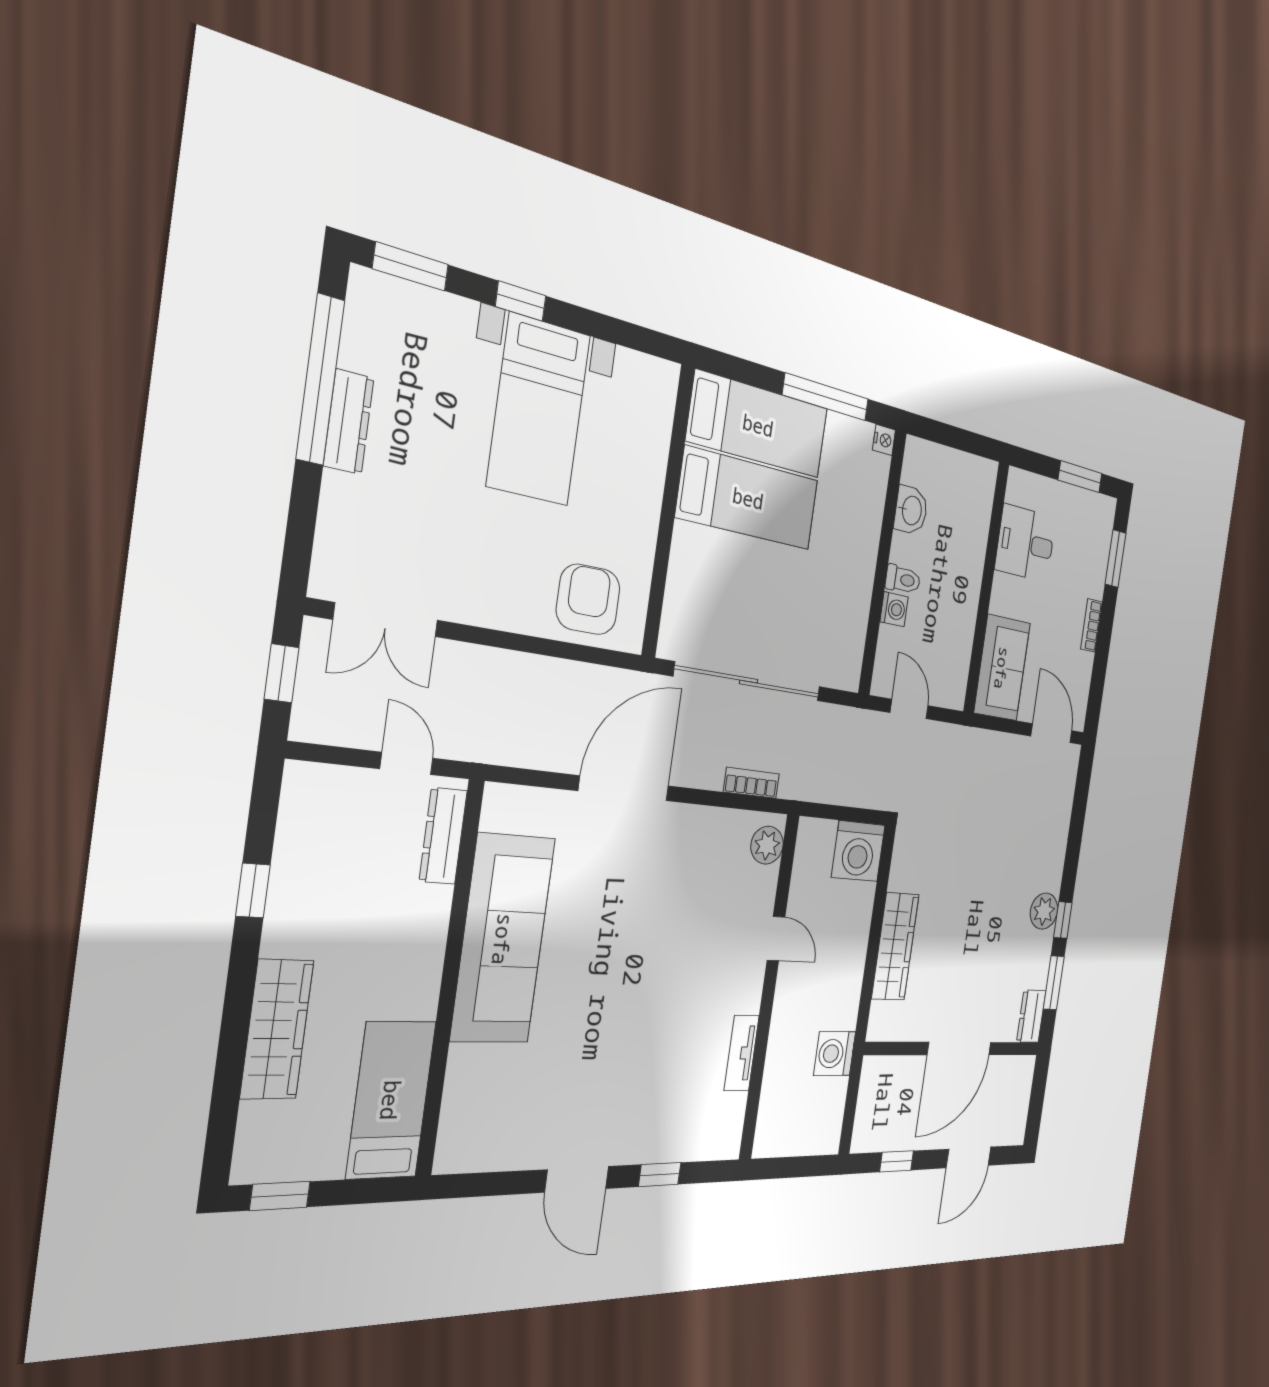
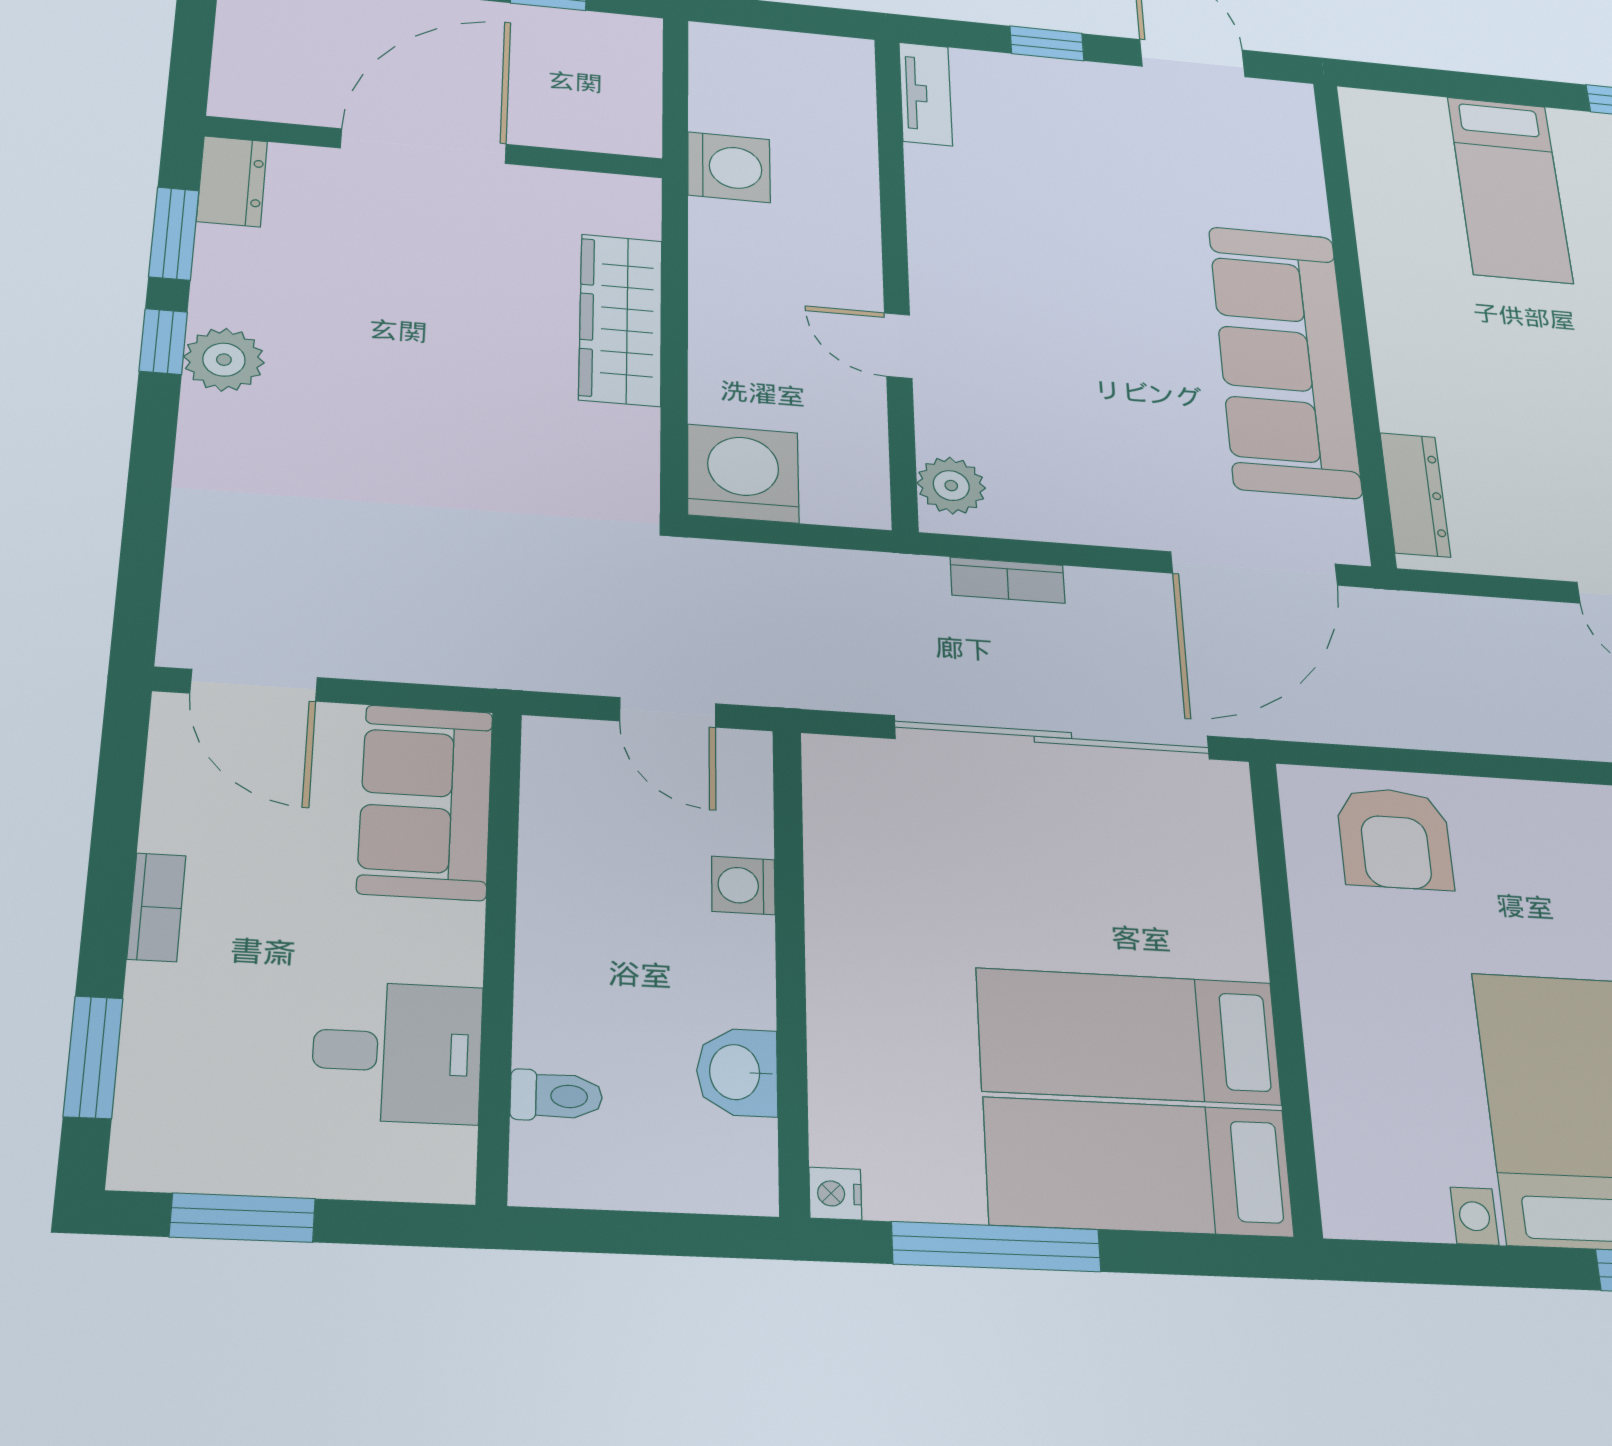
toilet: (903, 579) -> (556, 1096), moved, turned 180
dresser: (443, 836) -> (1415, 494), moved
sofa: (503, 939) -> (1284, 360), moved
wall: (450, 978) -> (1353, 315), moved
tv unit: (742, 1053) -> (926, 94), moved

